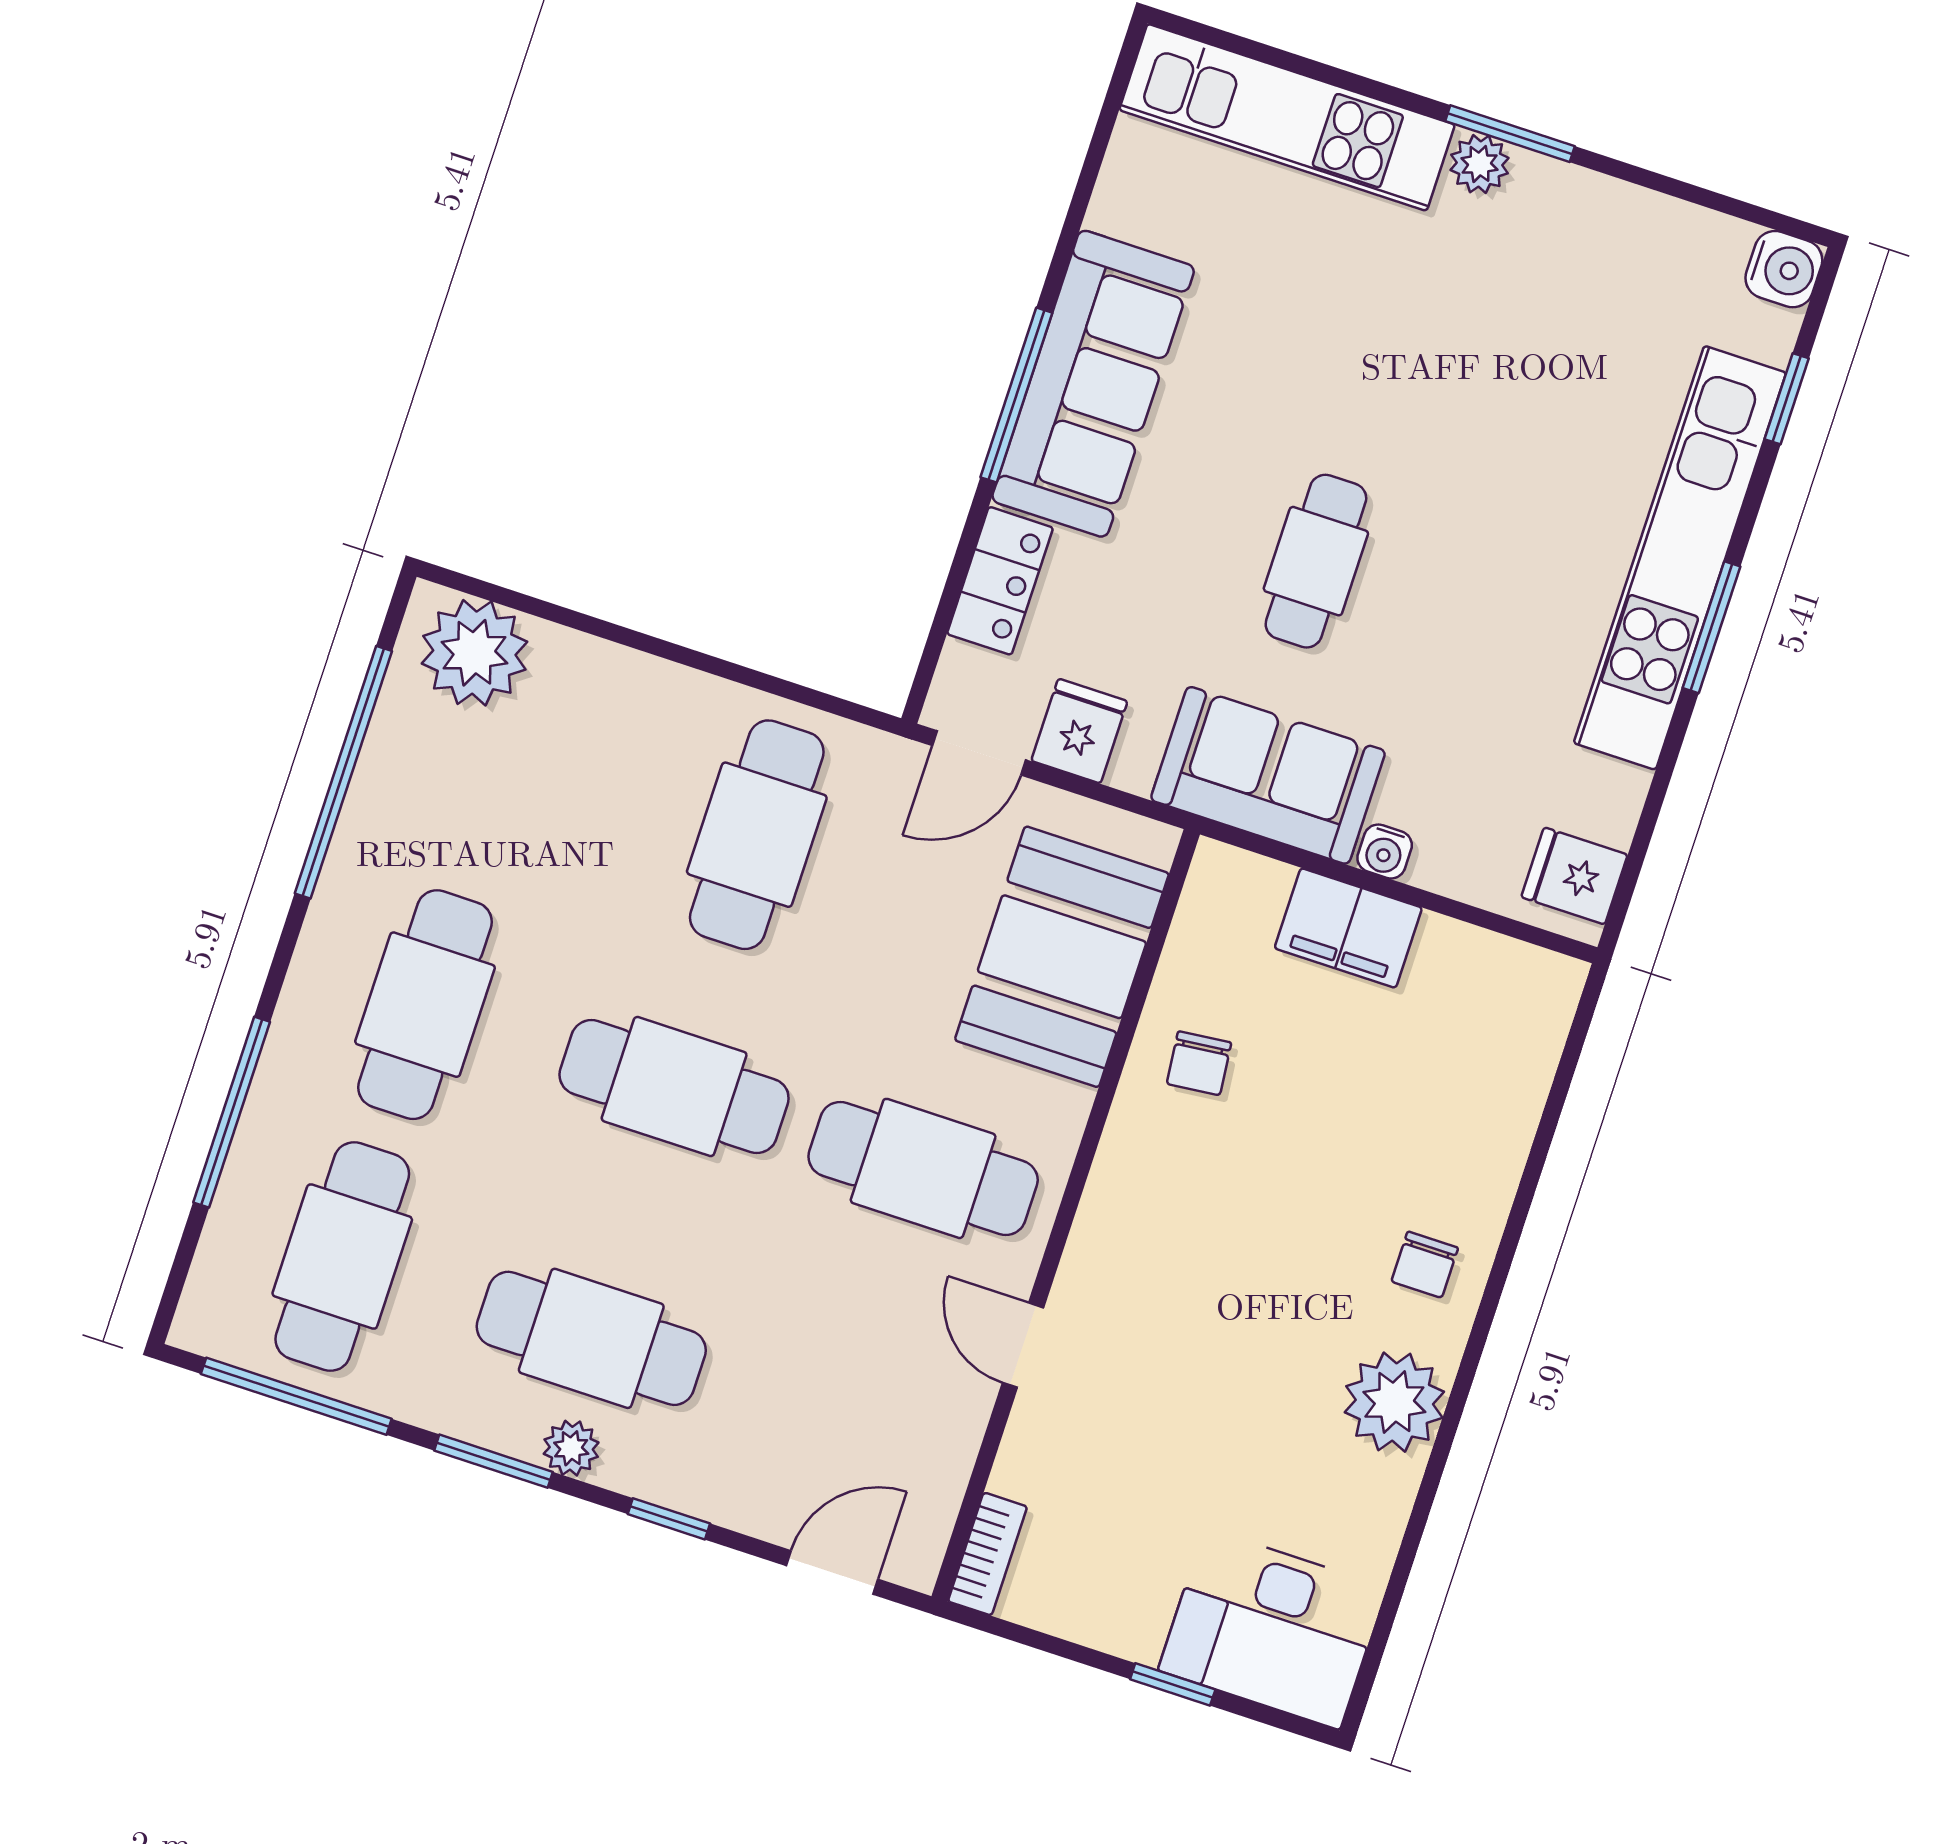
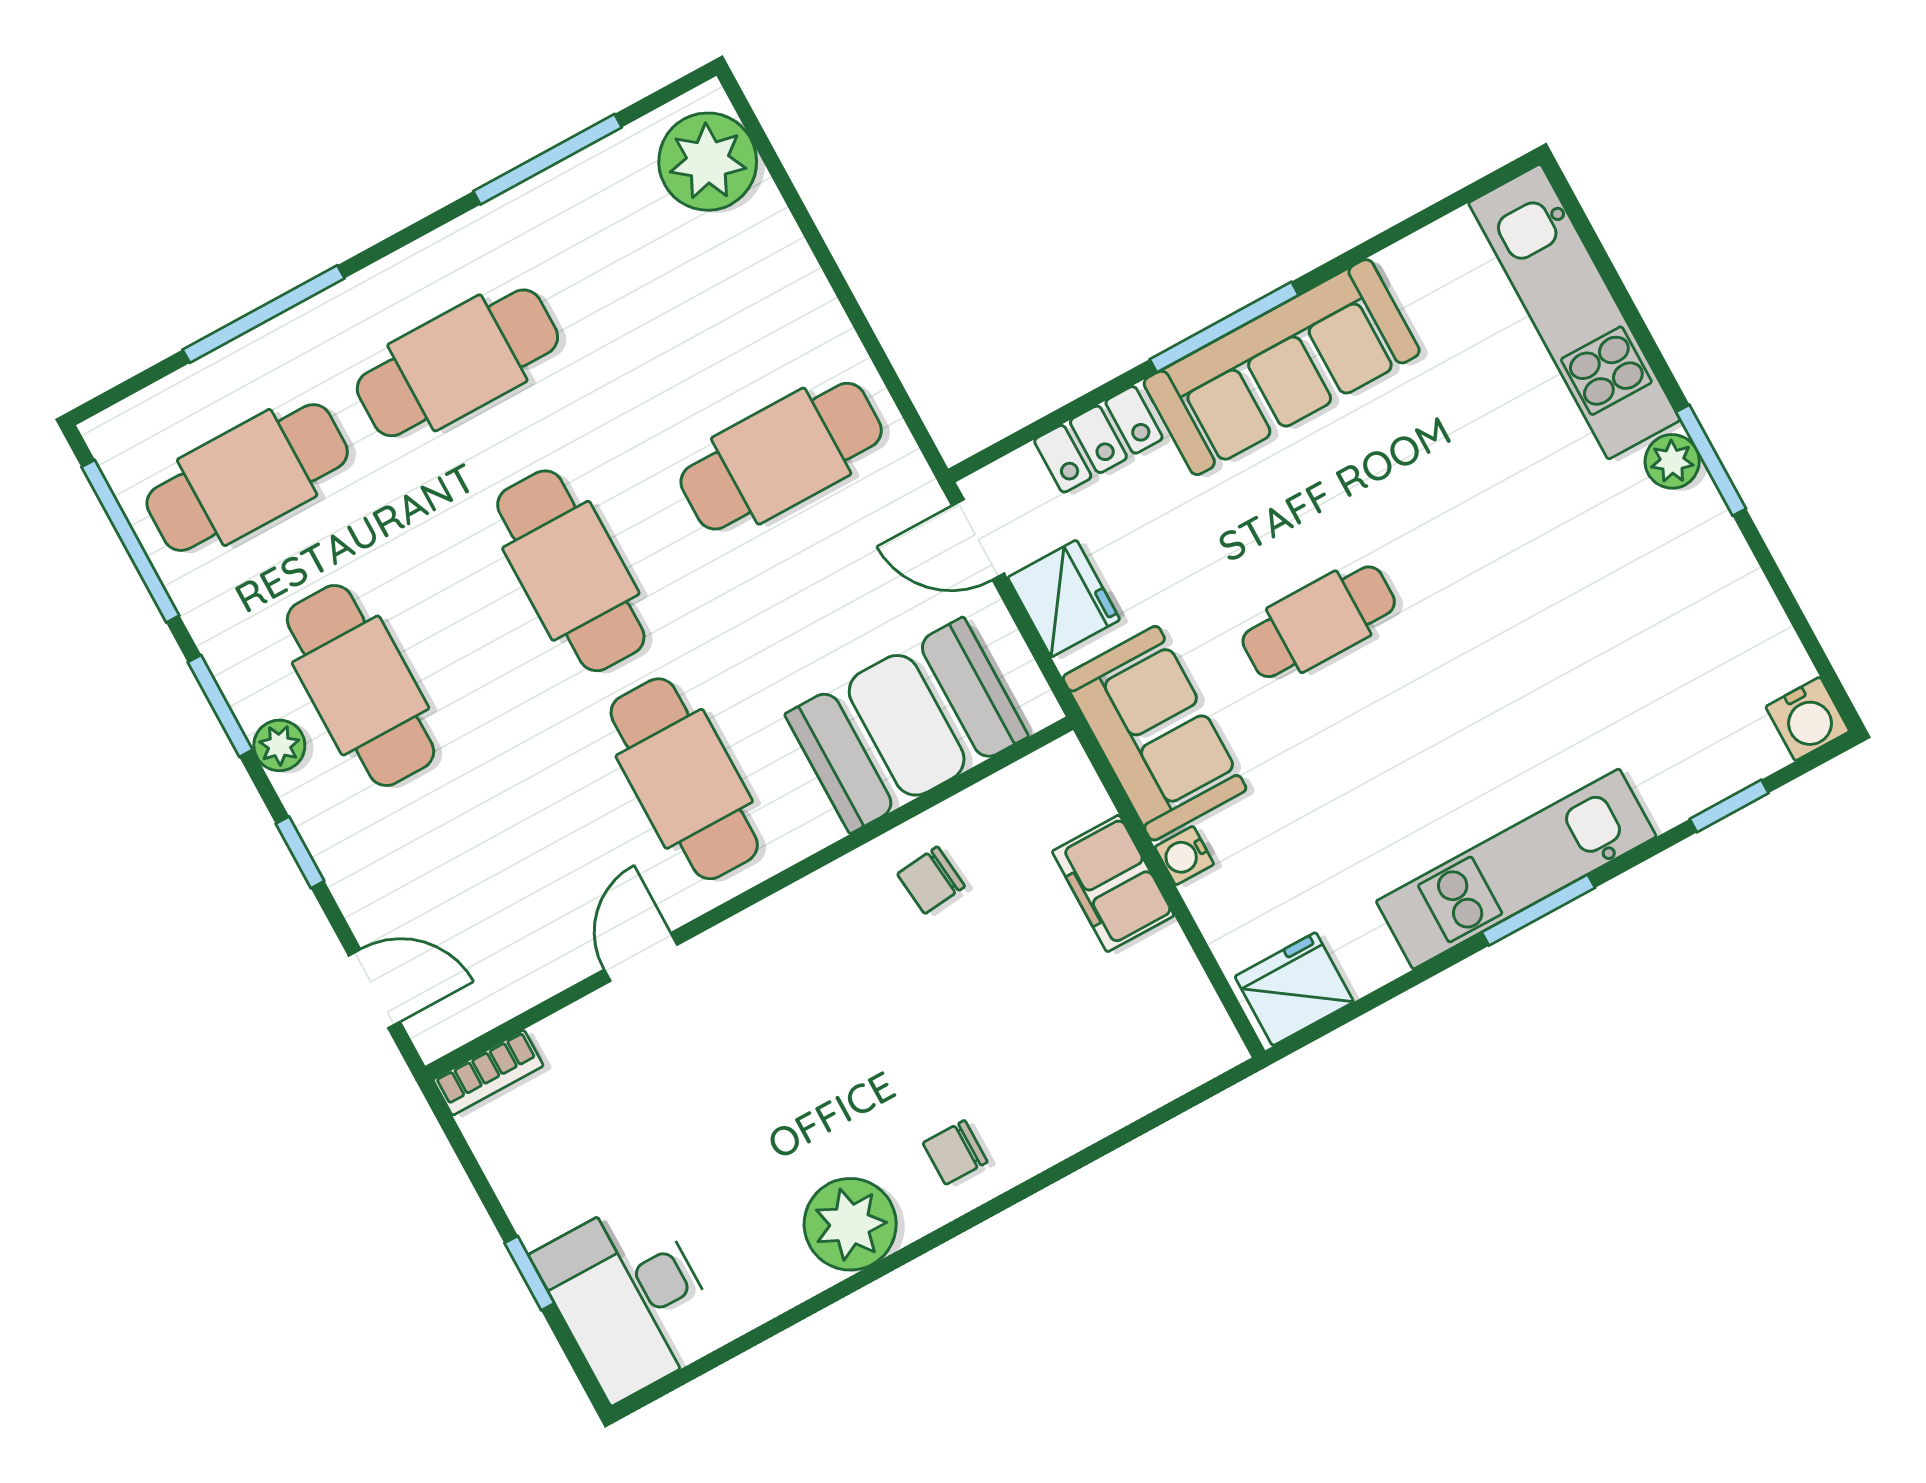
kitchen unit: (1680, 558) -> (1516, 869), width x0.73
fridge: (1079, 731) -> (1064, 599), width x1.38
window: (343, 772) -> (547, 159), width x0.68
fridge: (1574, 876) -> (1294, 989), width x1.38

